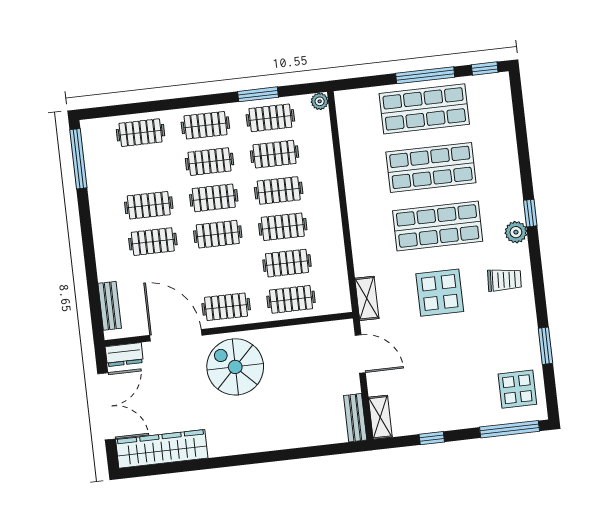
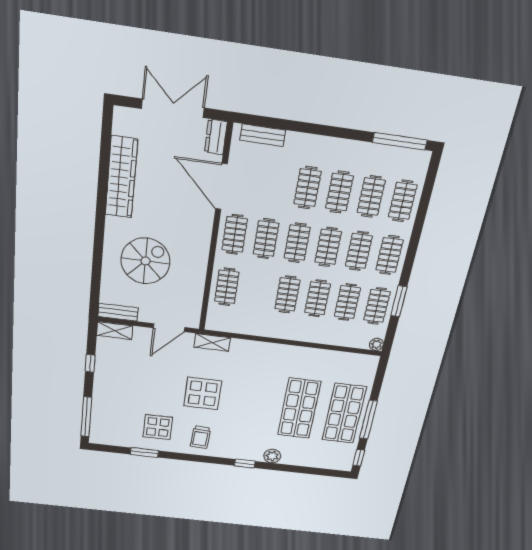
clothes rail: (145, 169) -> (371, 197), added
shop shelf: (438, 226) -> (254, 403), removed
plant: (516, 232) -> (272, 456), moved
clothes rail: (287, 263) -> (266, 239), moved
door: (176, 335) -> (221, 187), swing flipped
spiral stairs: (235, 367) -> (145, 261), moved
display table: (517, 389) -> (158, 427), moved
double door: (107, 406) -> (173, 108), swing flipped
wardrobe: (162, 449) -> (121, 177), moved

